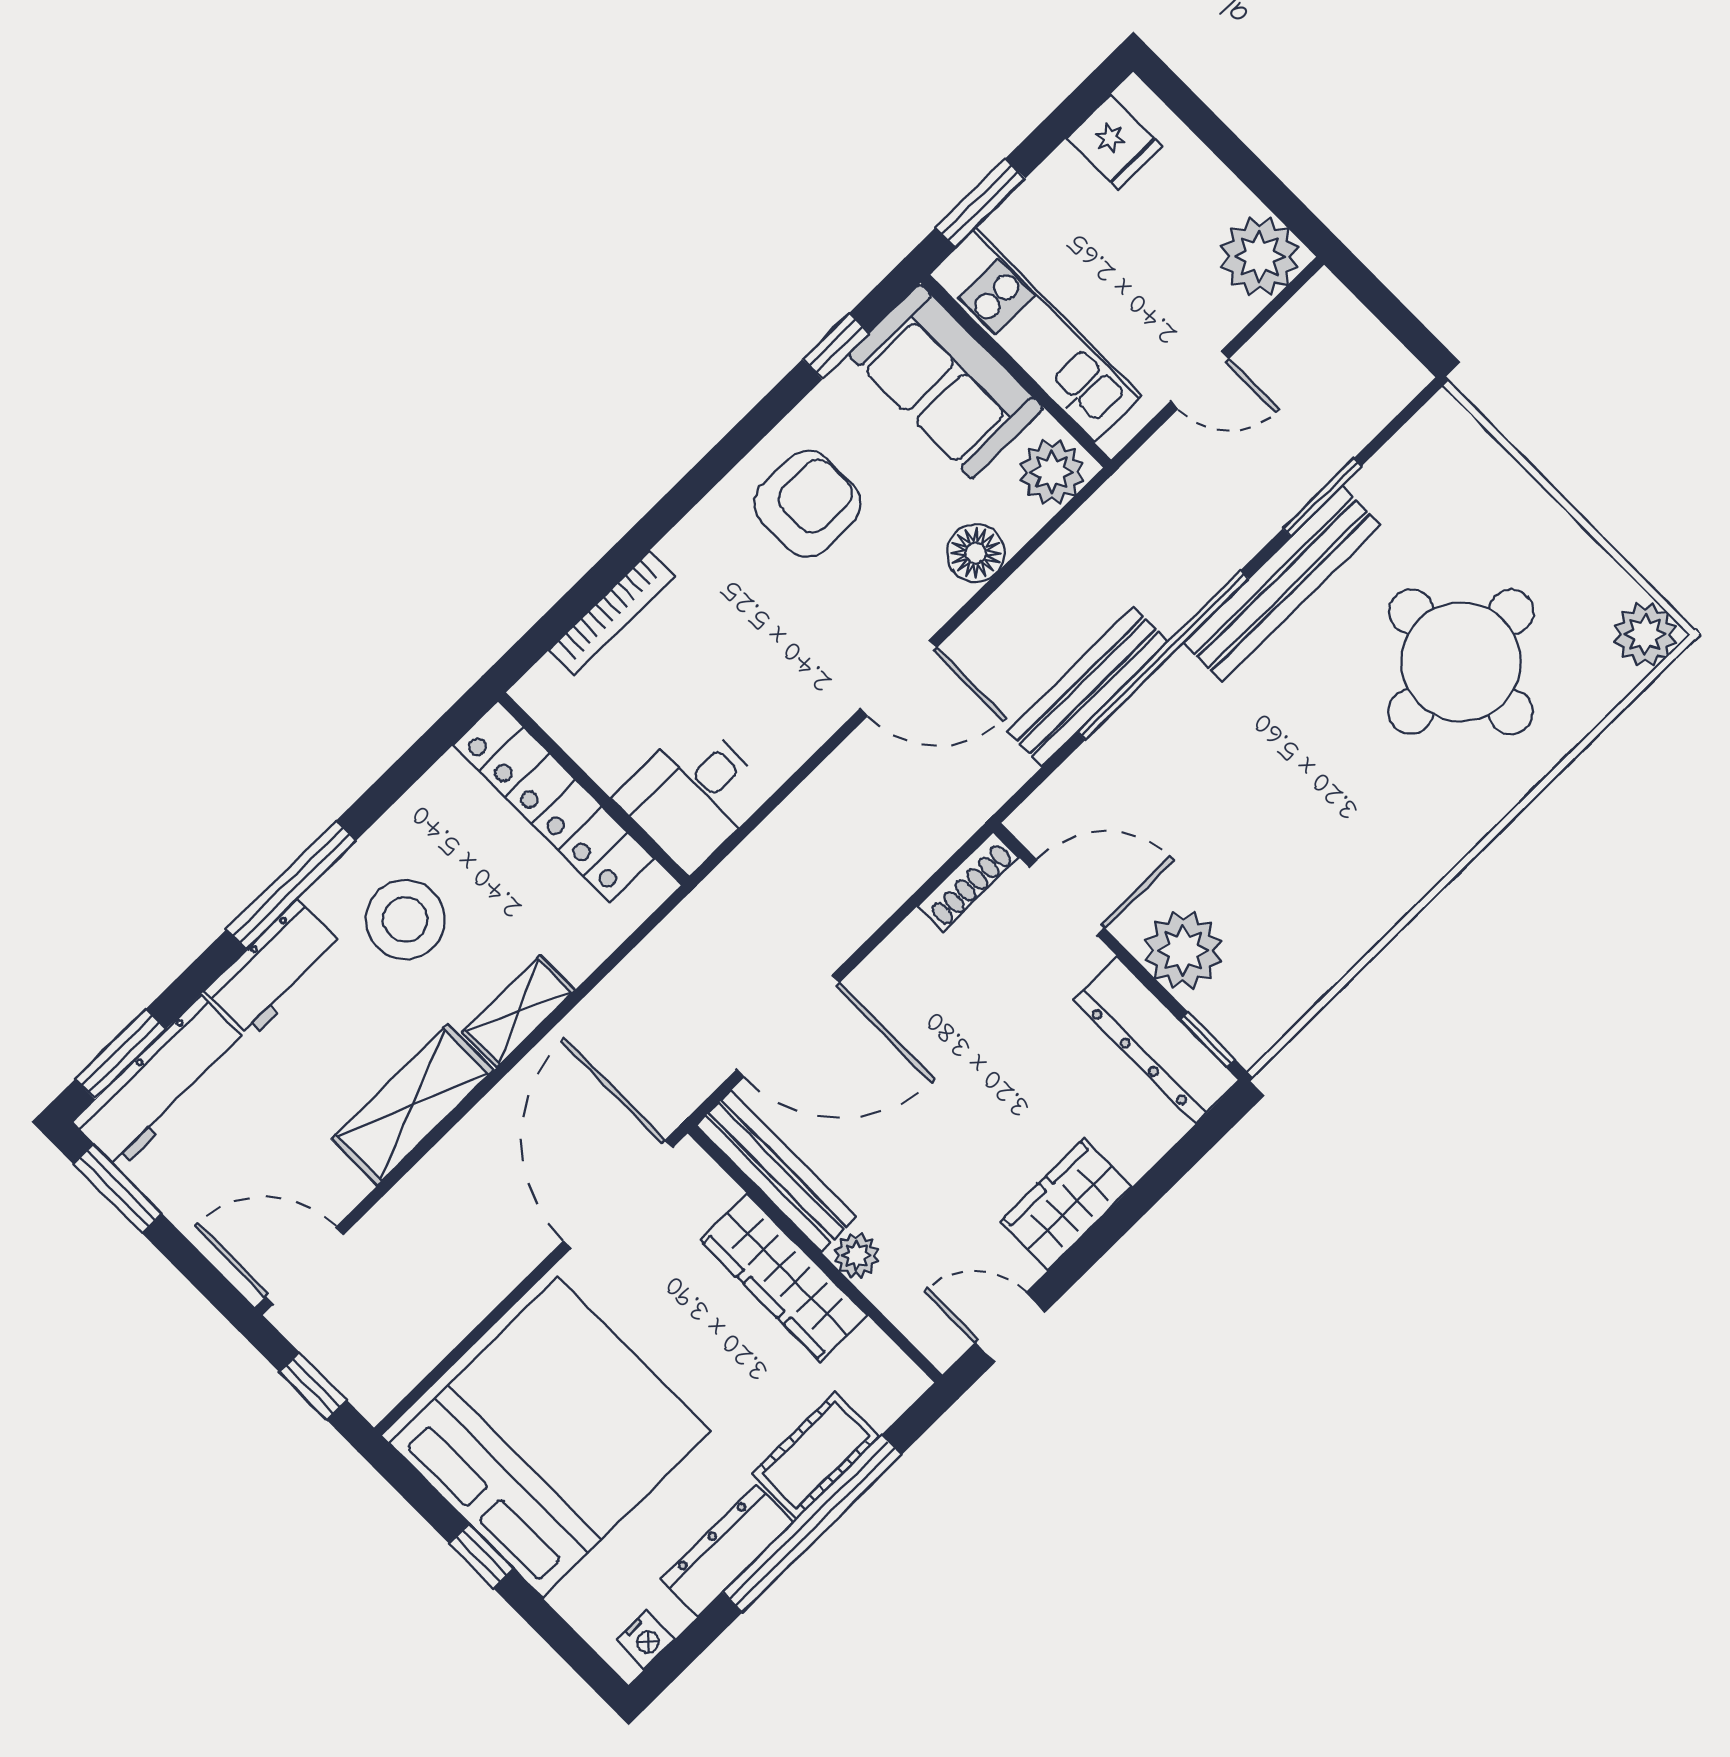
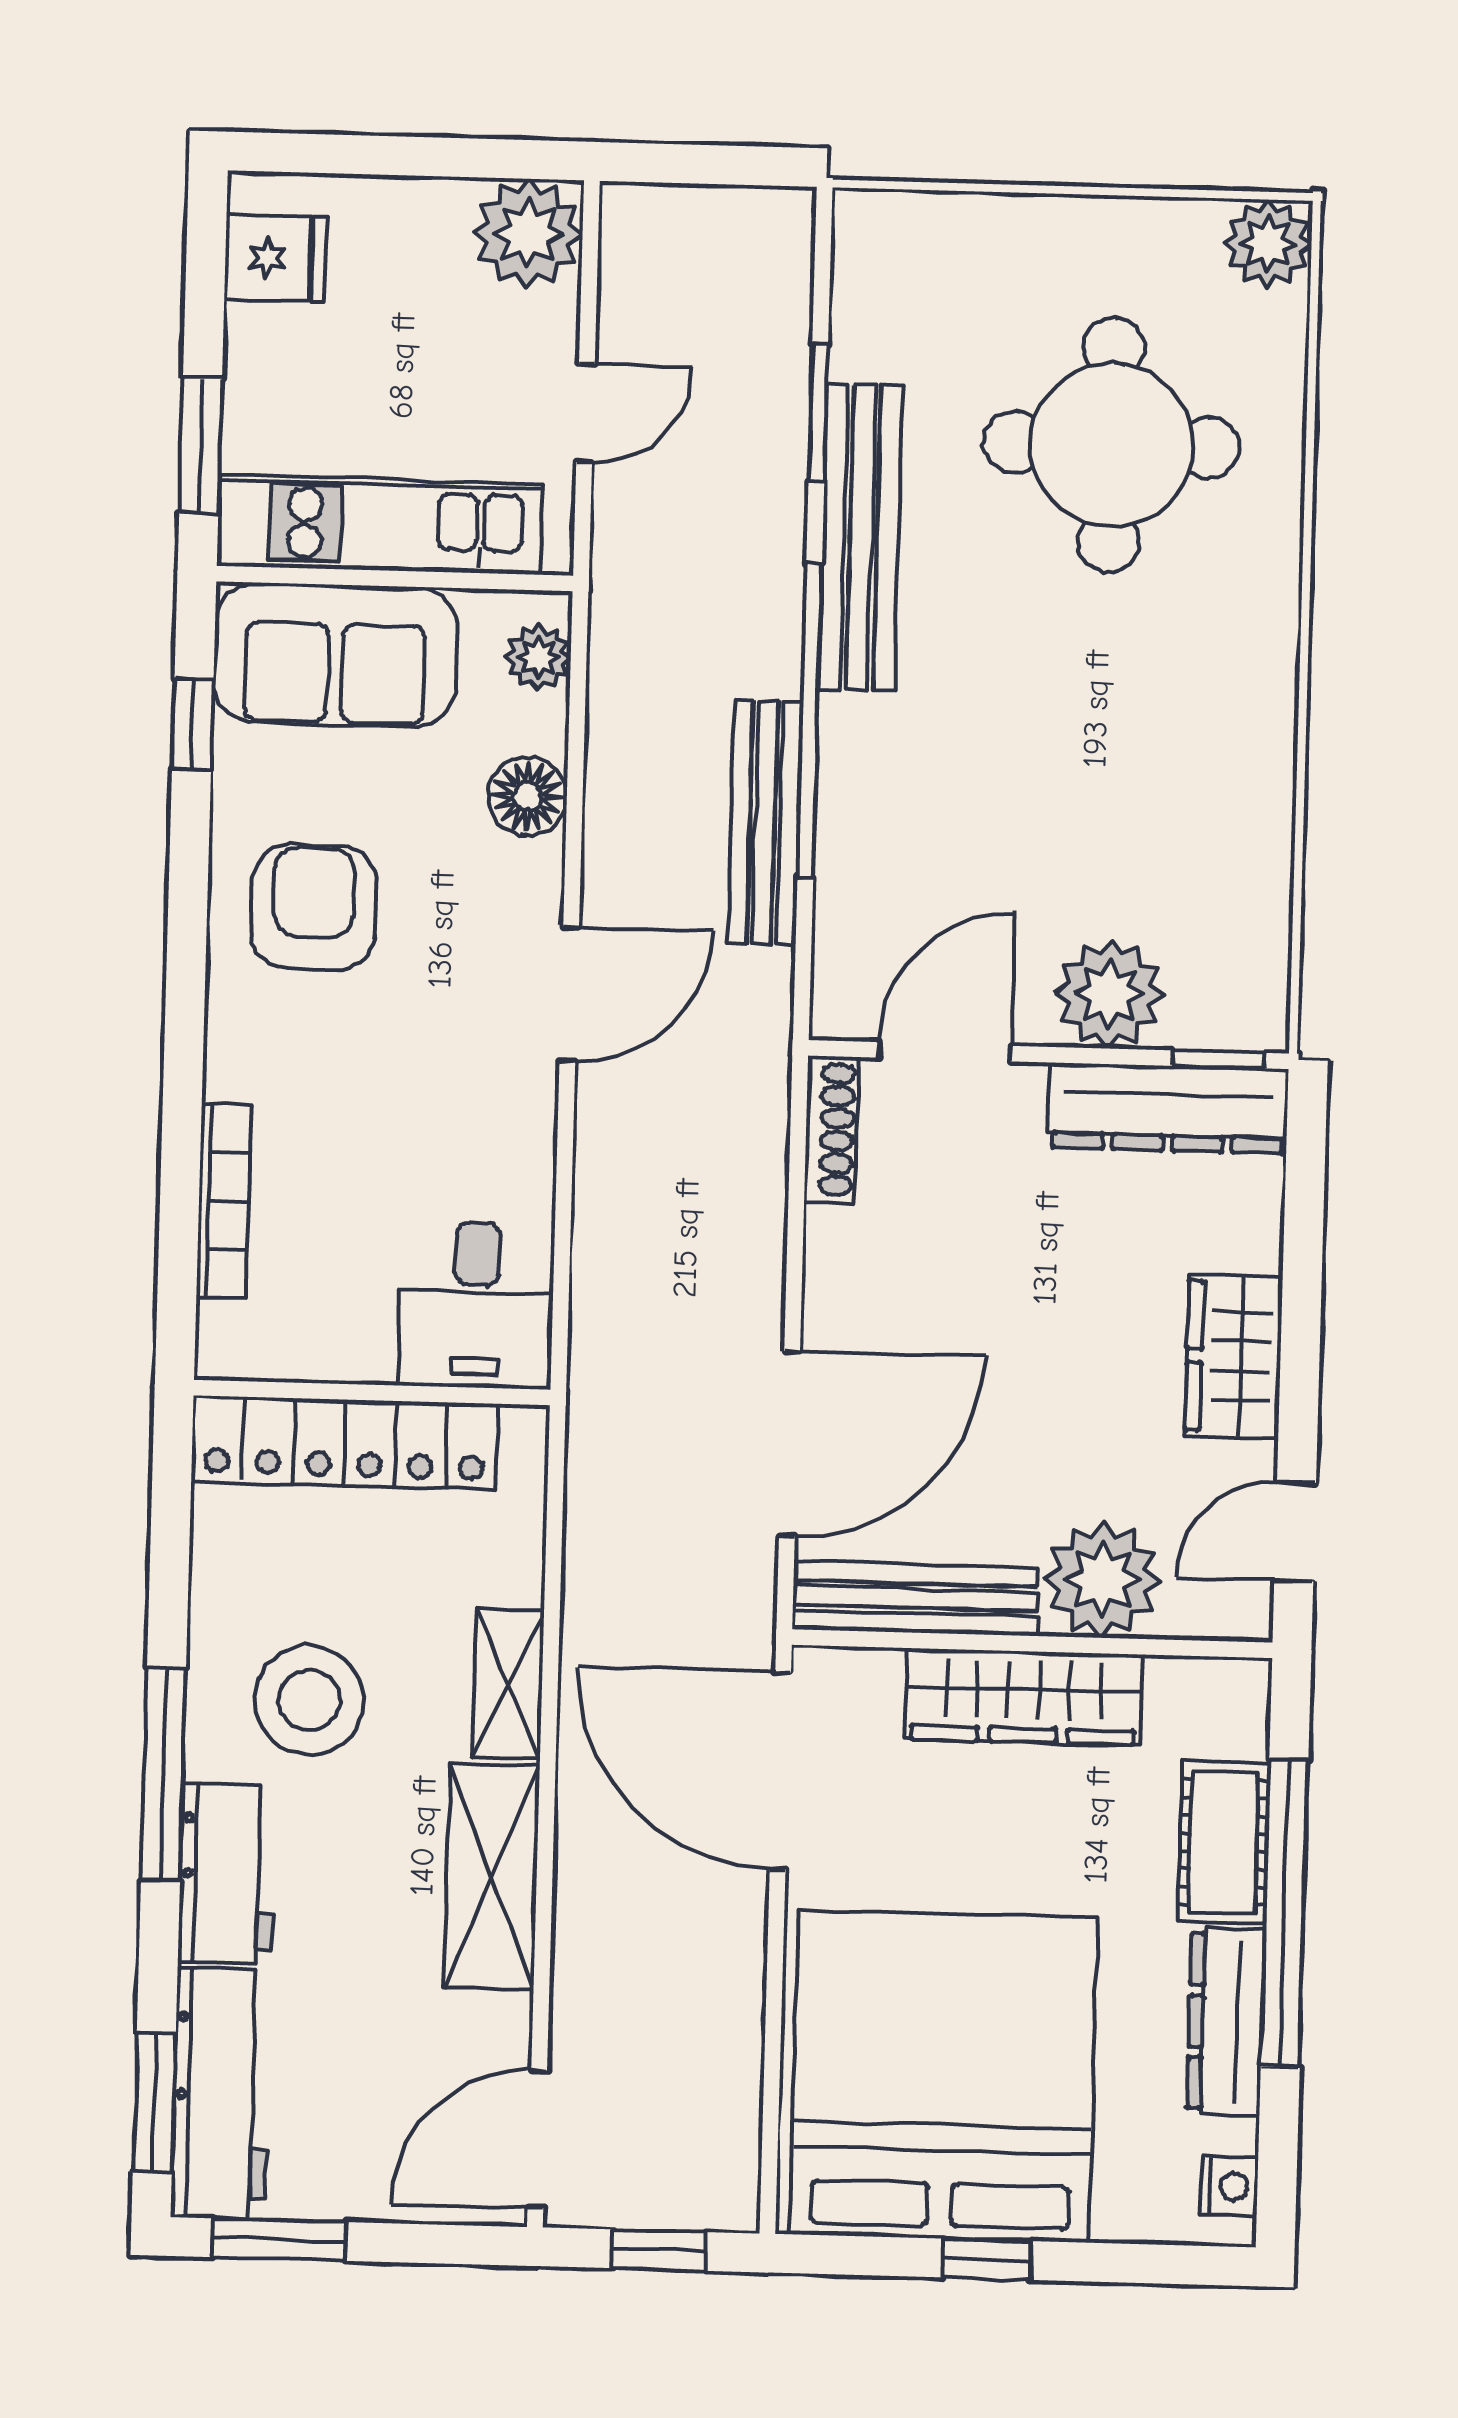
plant: (1052, 472) -> (538, 657), width x0.73, depth x0.73
plant: (856, 1255) -> (1102, 1580), width x1.87, depth x1.87

